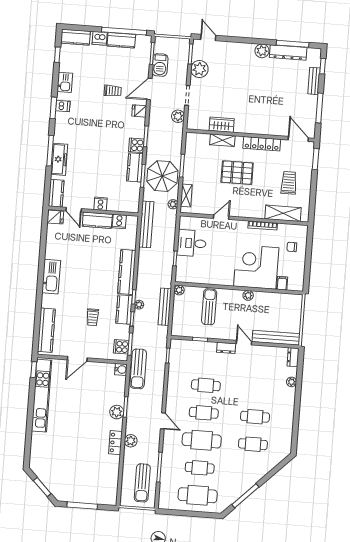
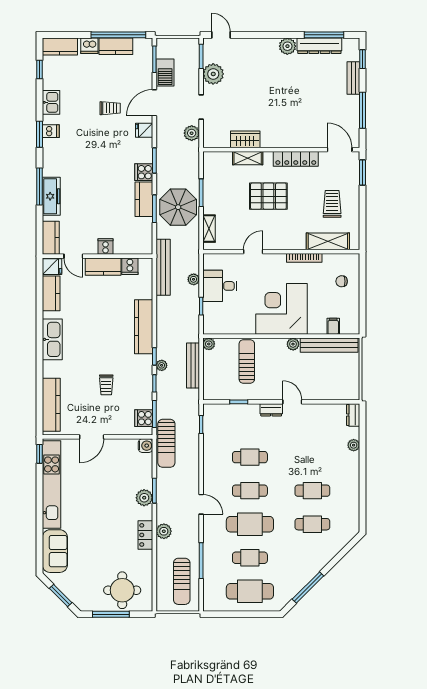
plant: (173, 204) -> (194, 279), moved
corner desk: (256, 267) -> (282, 309), moved
kitchen counter: (124, 309) -> (51, 293), moved, turned 180
bench: (276, 338) -> (329, 345), moved
sofa: (40, 450) -> (55, 551), added
round table: (93, 487) -> (122, 590), added

